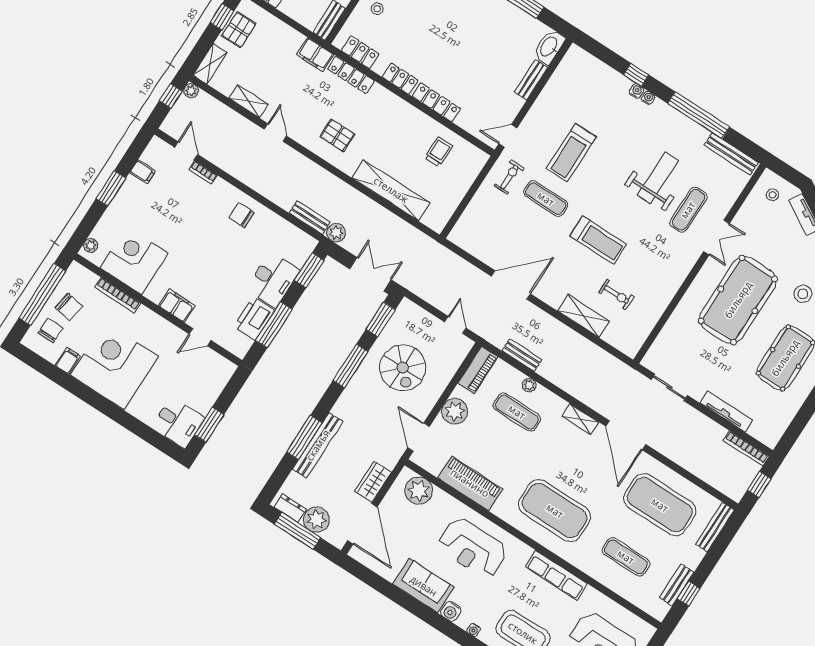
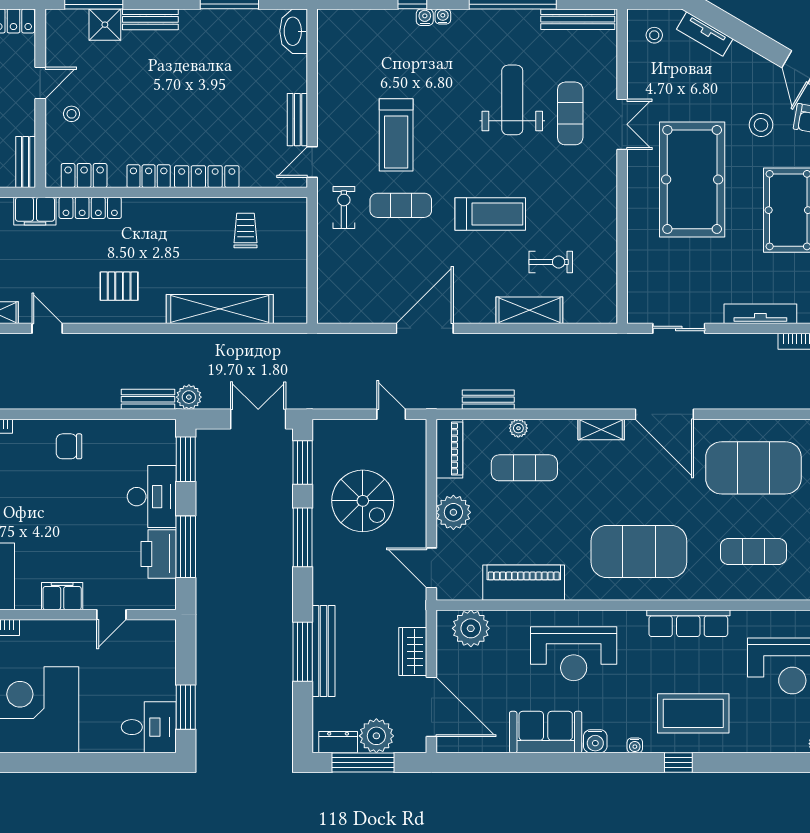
bench: (531, 80) -> (297, 120), moved

